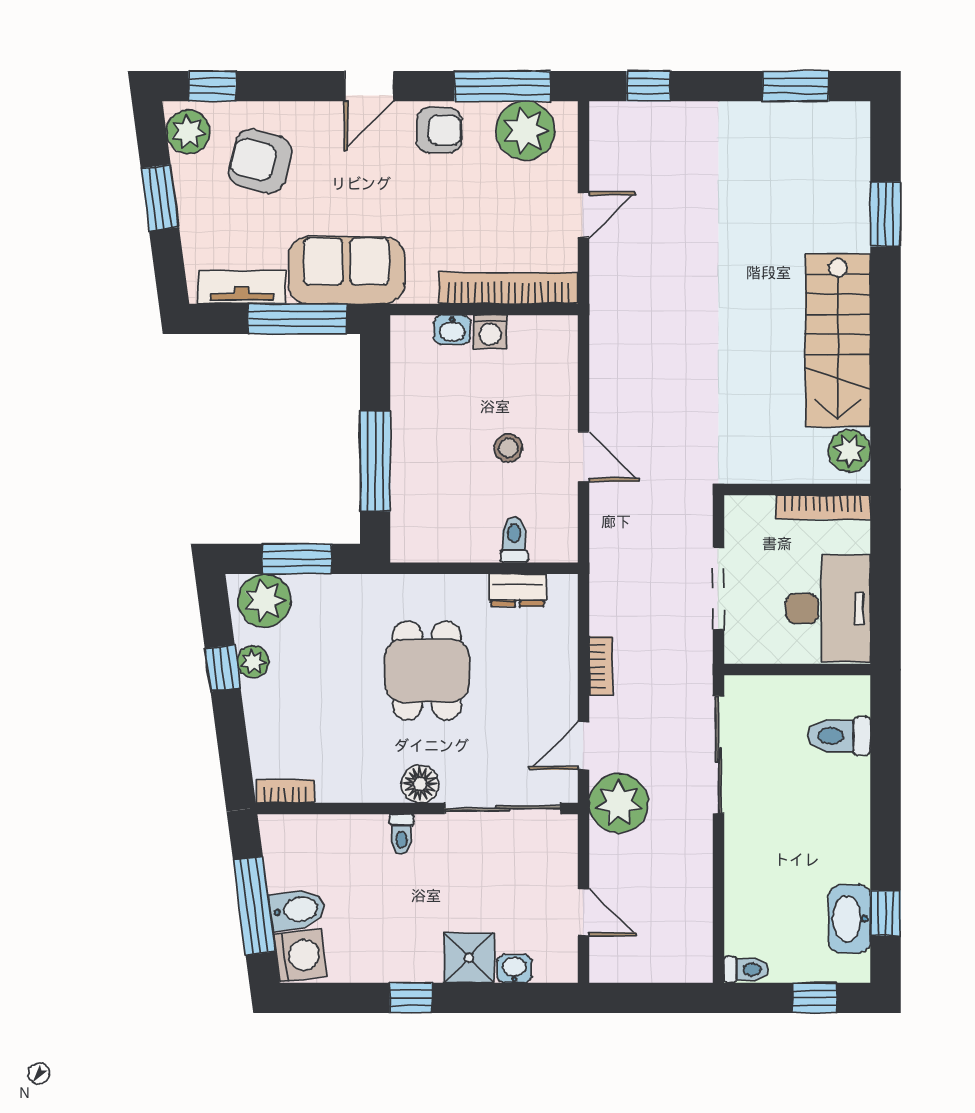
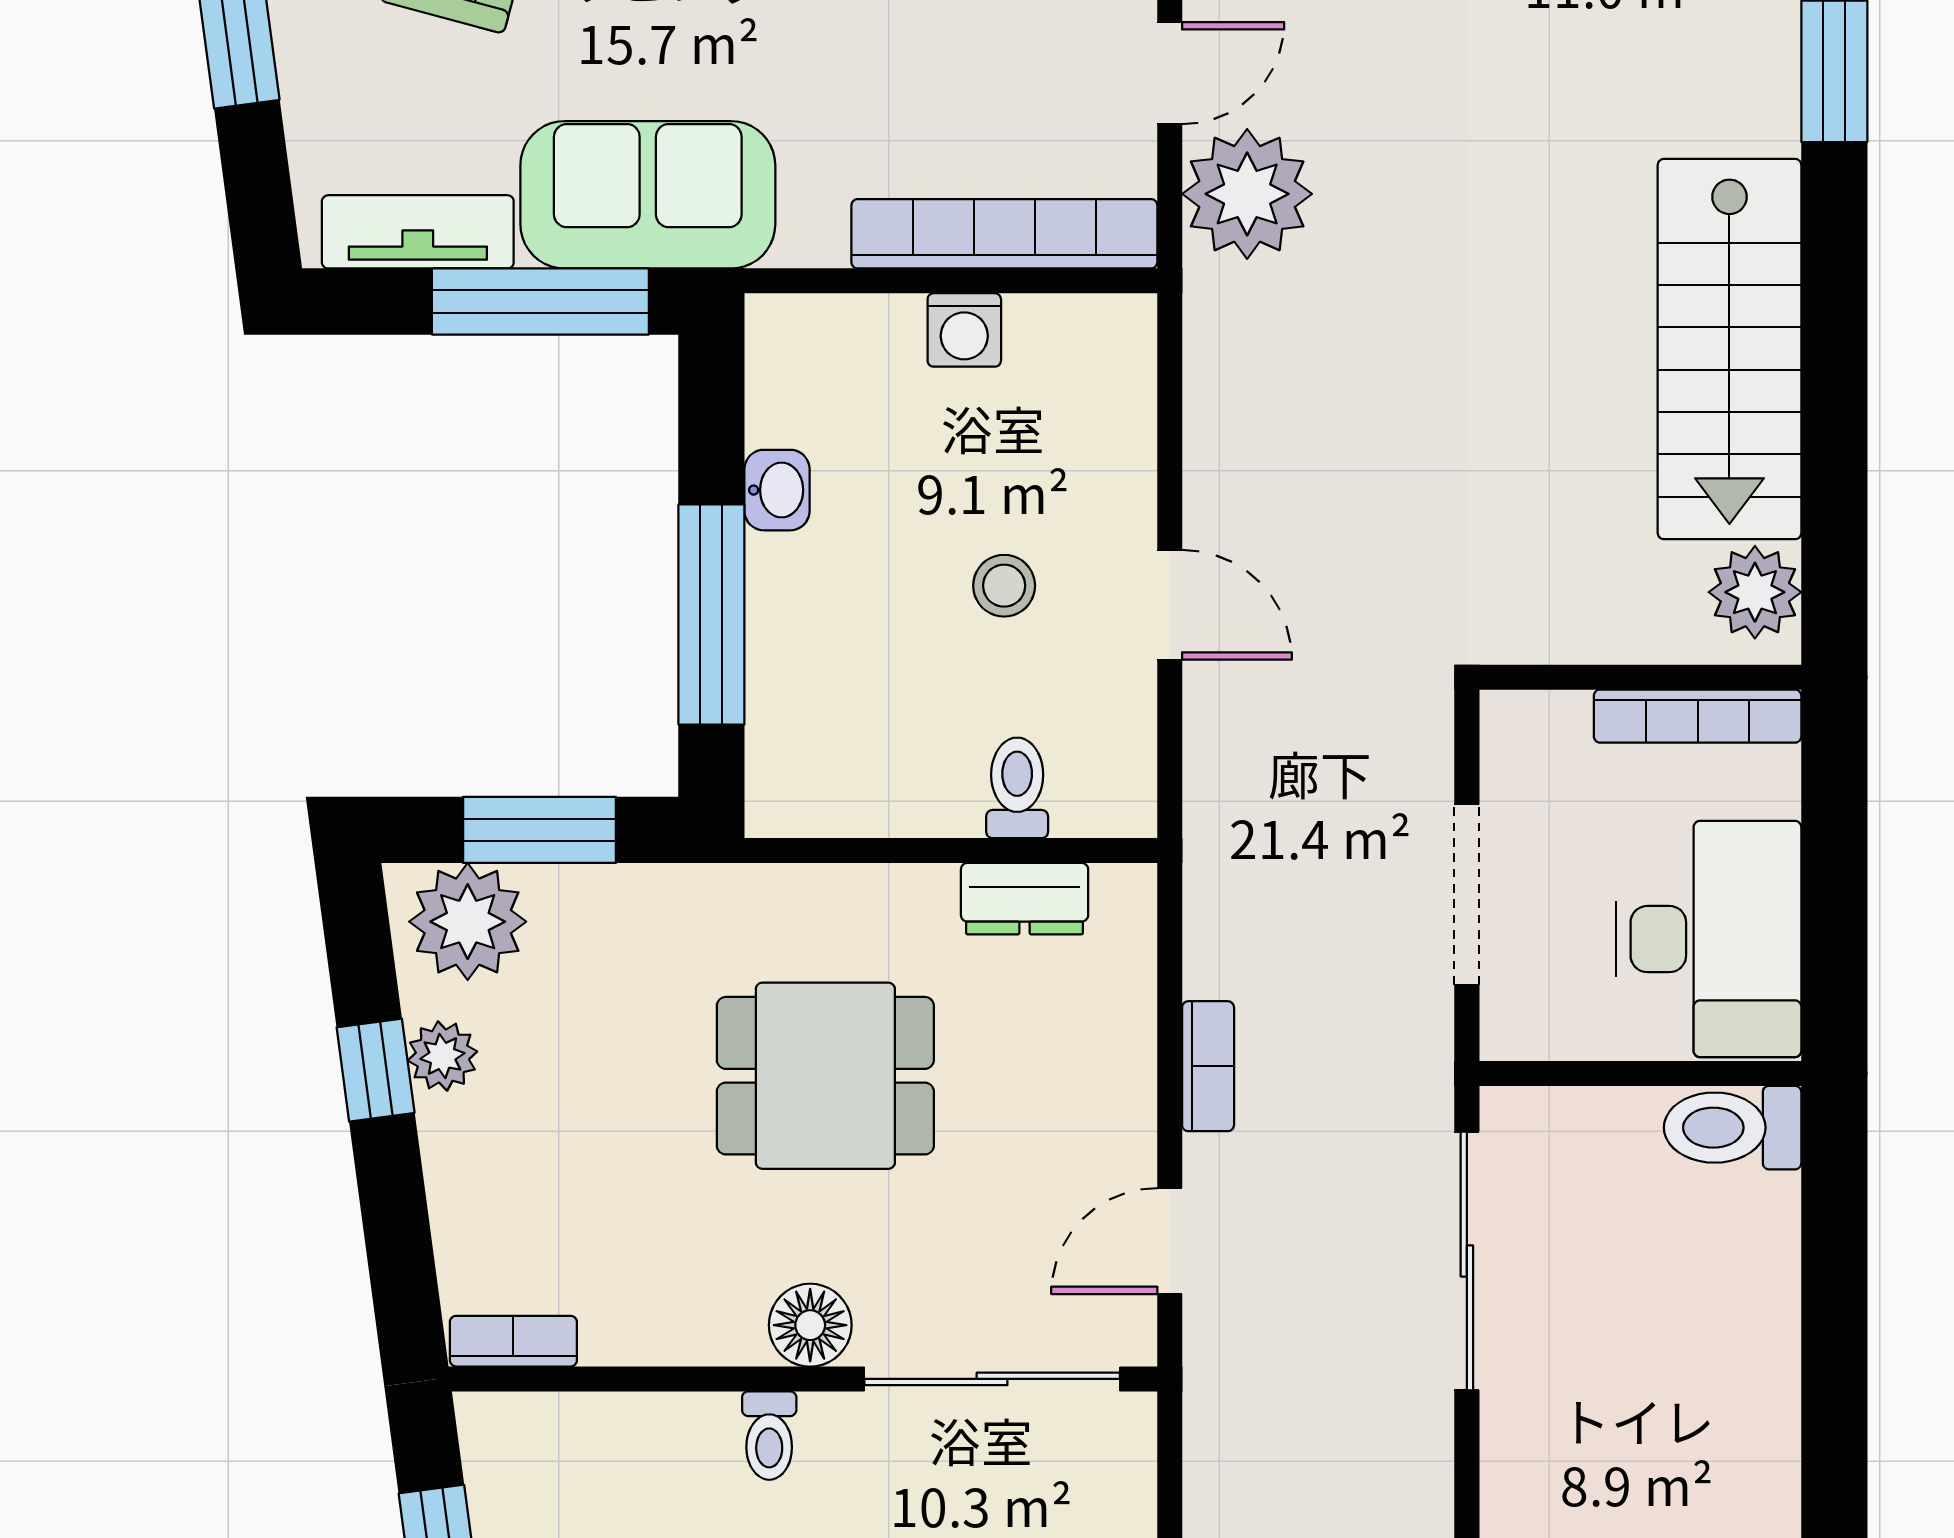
washbasin: (452, 330) -> (777, 490), moved, turned -90
dining table: (427, 671) -> (825, 1076), turned 90
toilet: (839, 736) -> (1733, 1128), moved
plant: (619, 803) -> (1247, 194), moved

